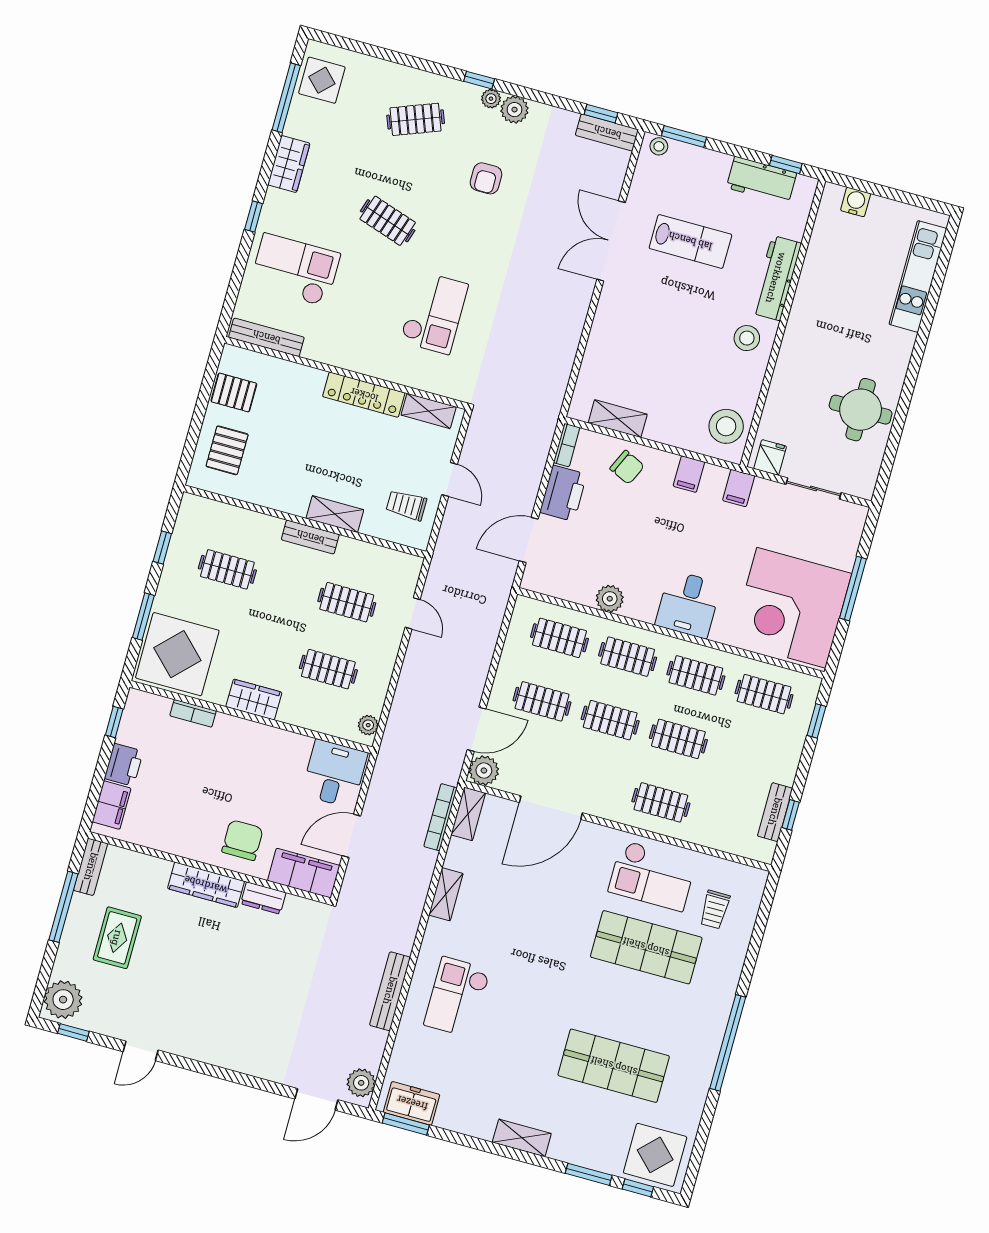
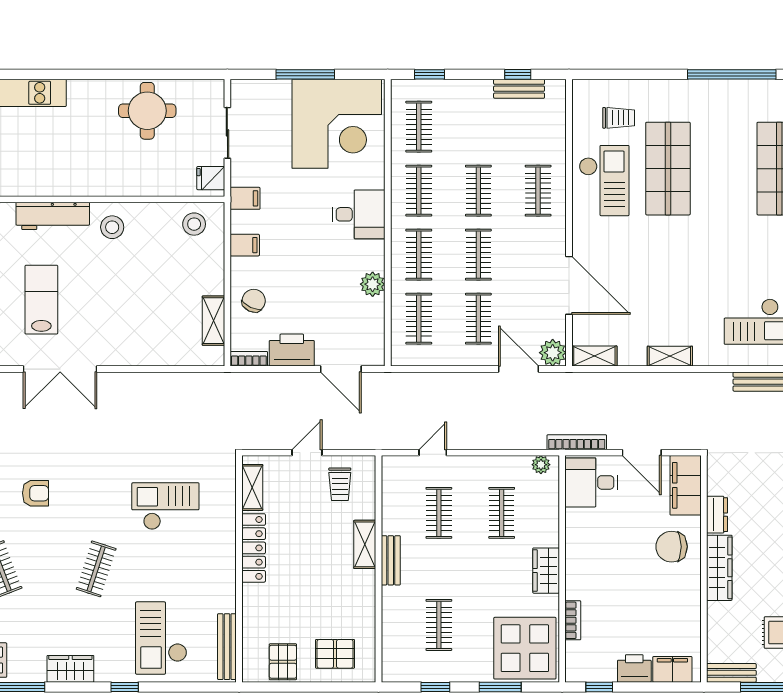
stool: (726, 426) -> (194, 224), width x0.73, depth x0.73
bookcase: (440, 817) -> (577, 442), moved, turned 180

